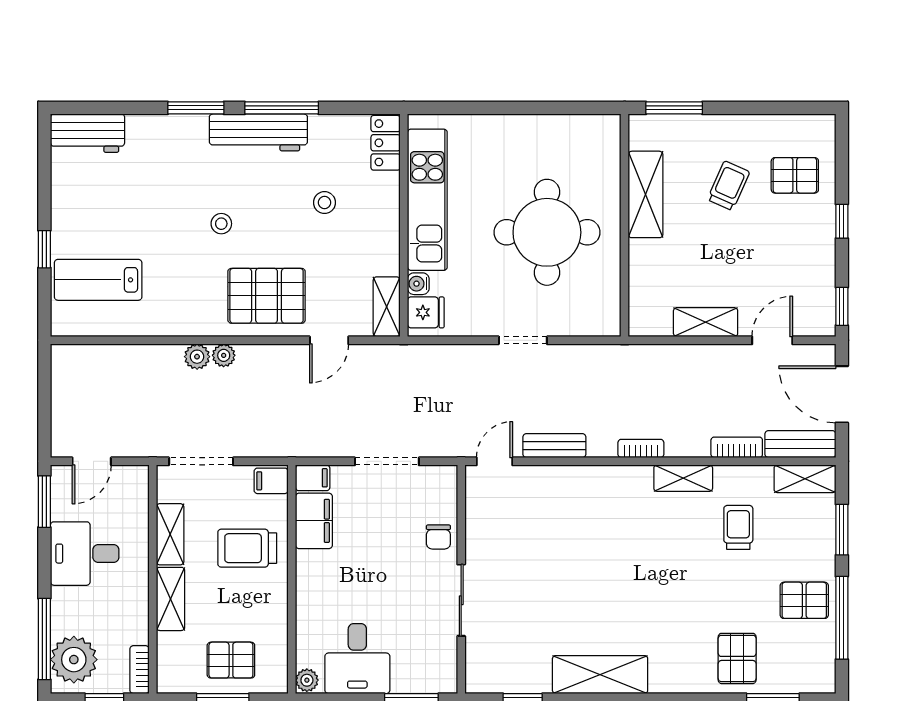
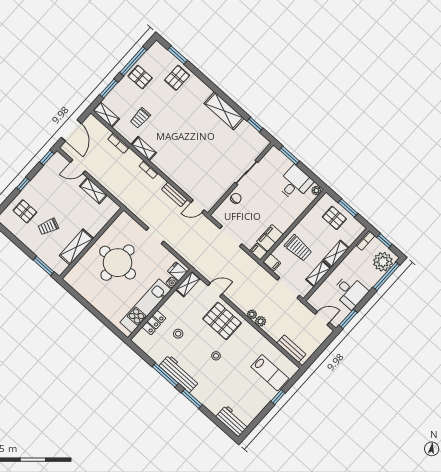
locker: (386, 143) -> (154, 323), moved
bench: (800, 444) -> (291, 349), moved

